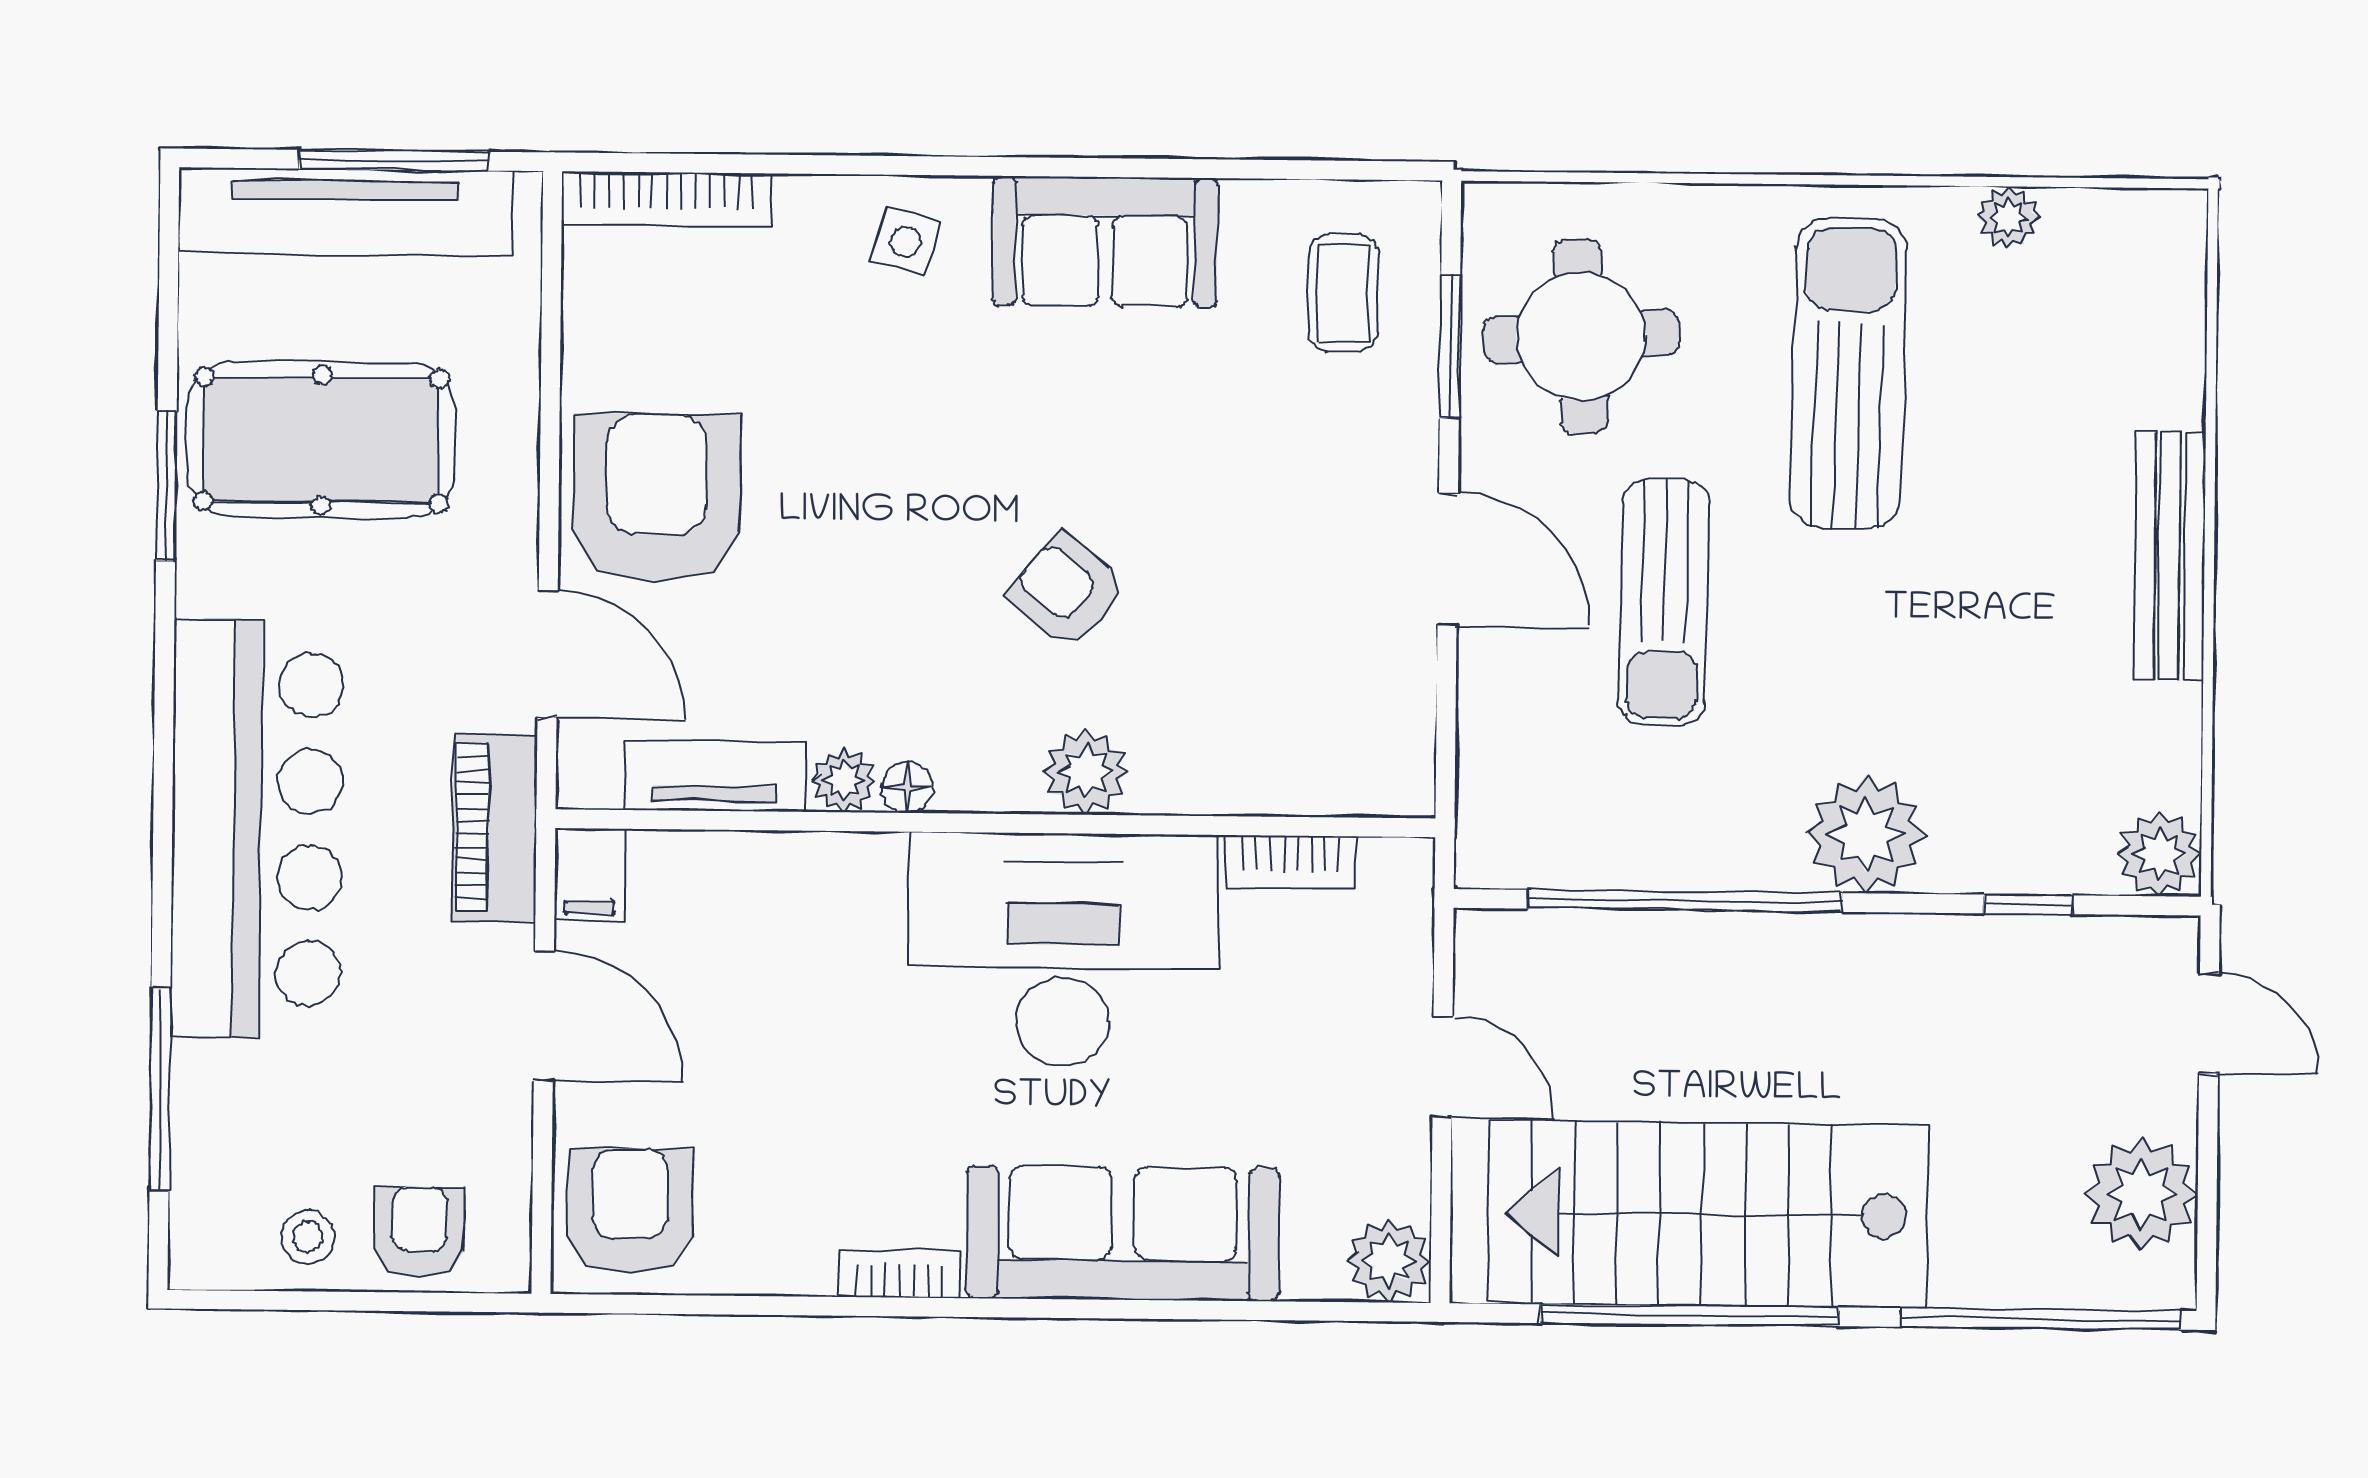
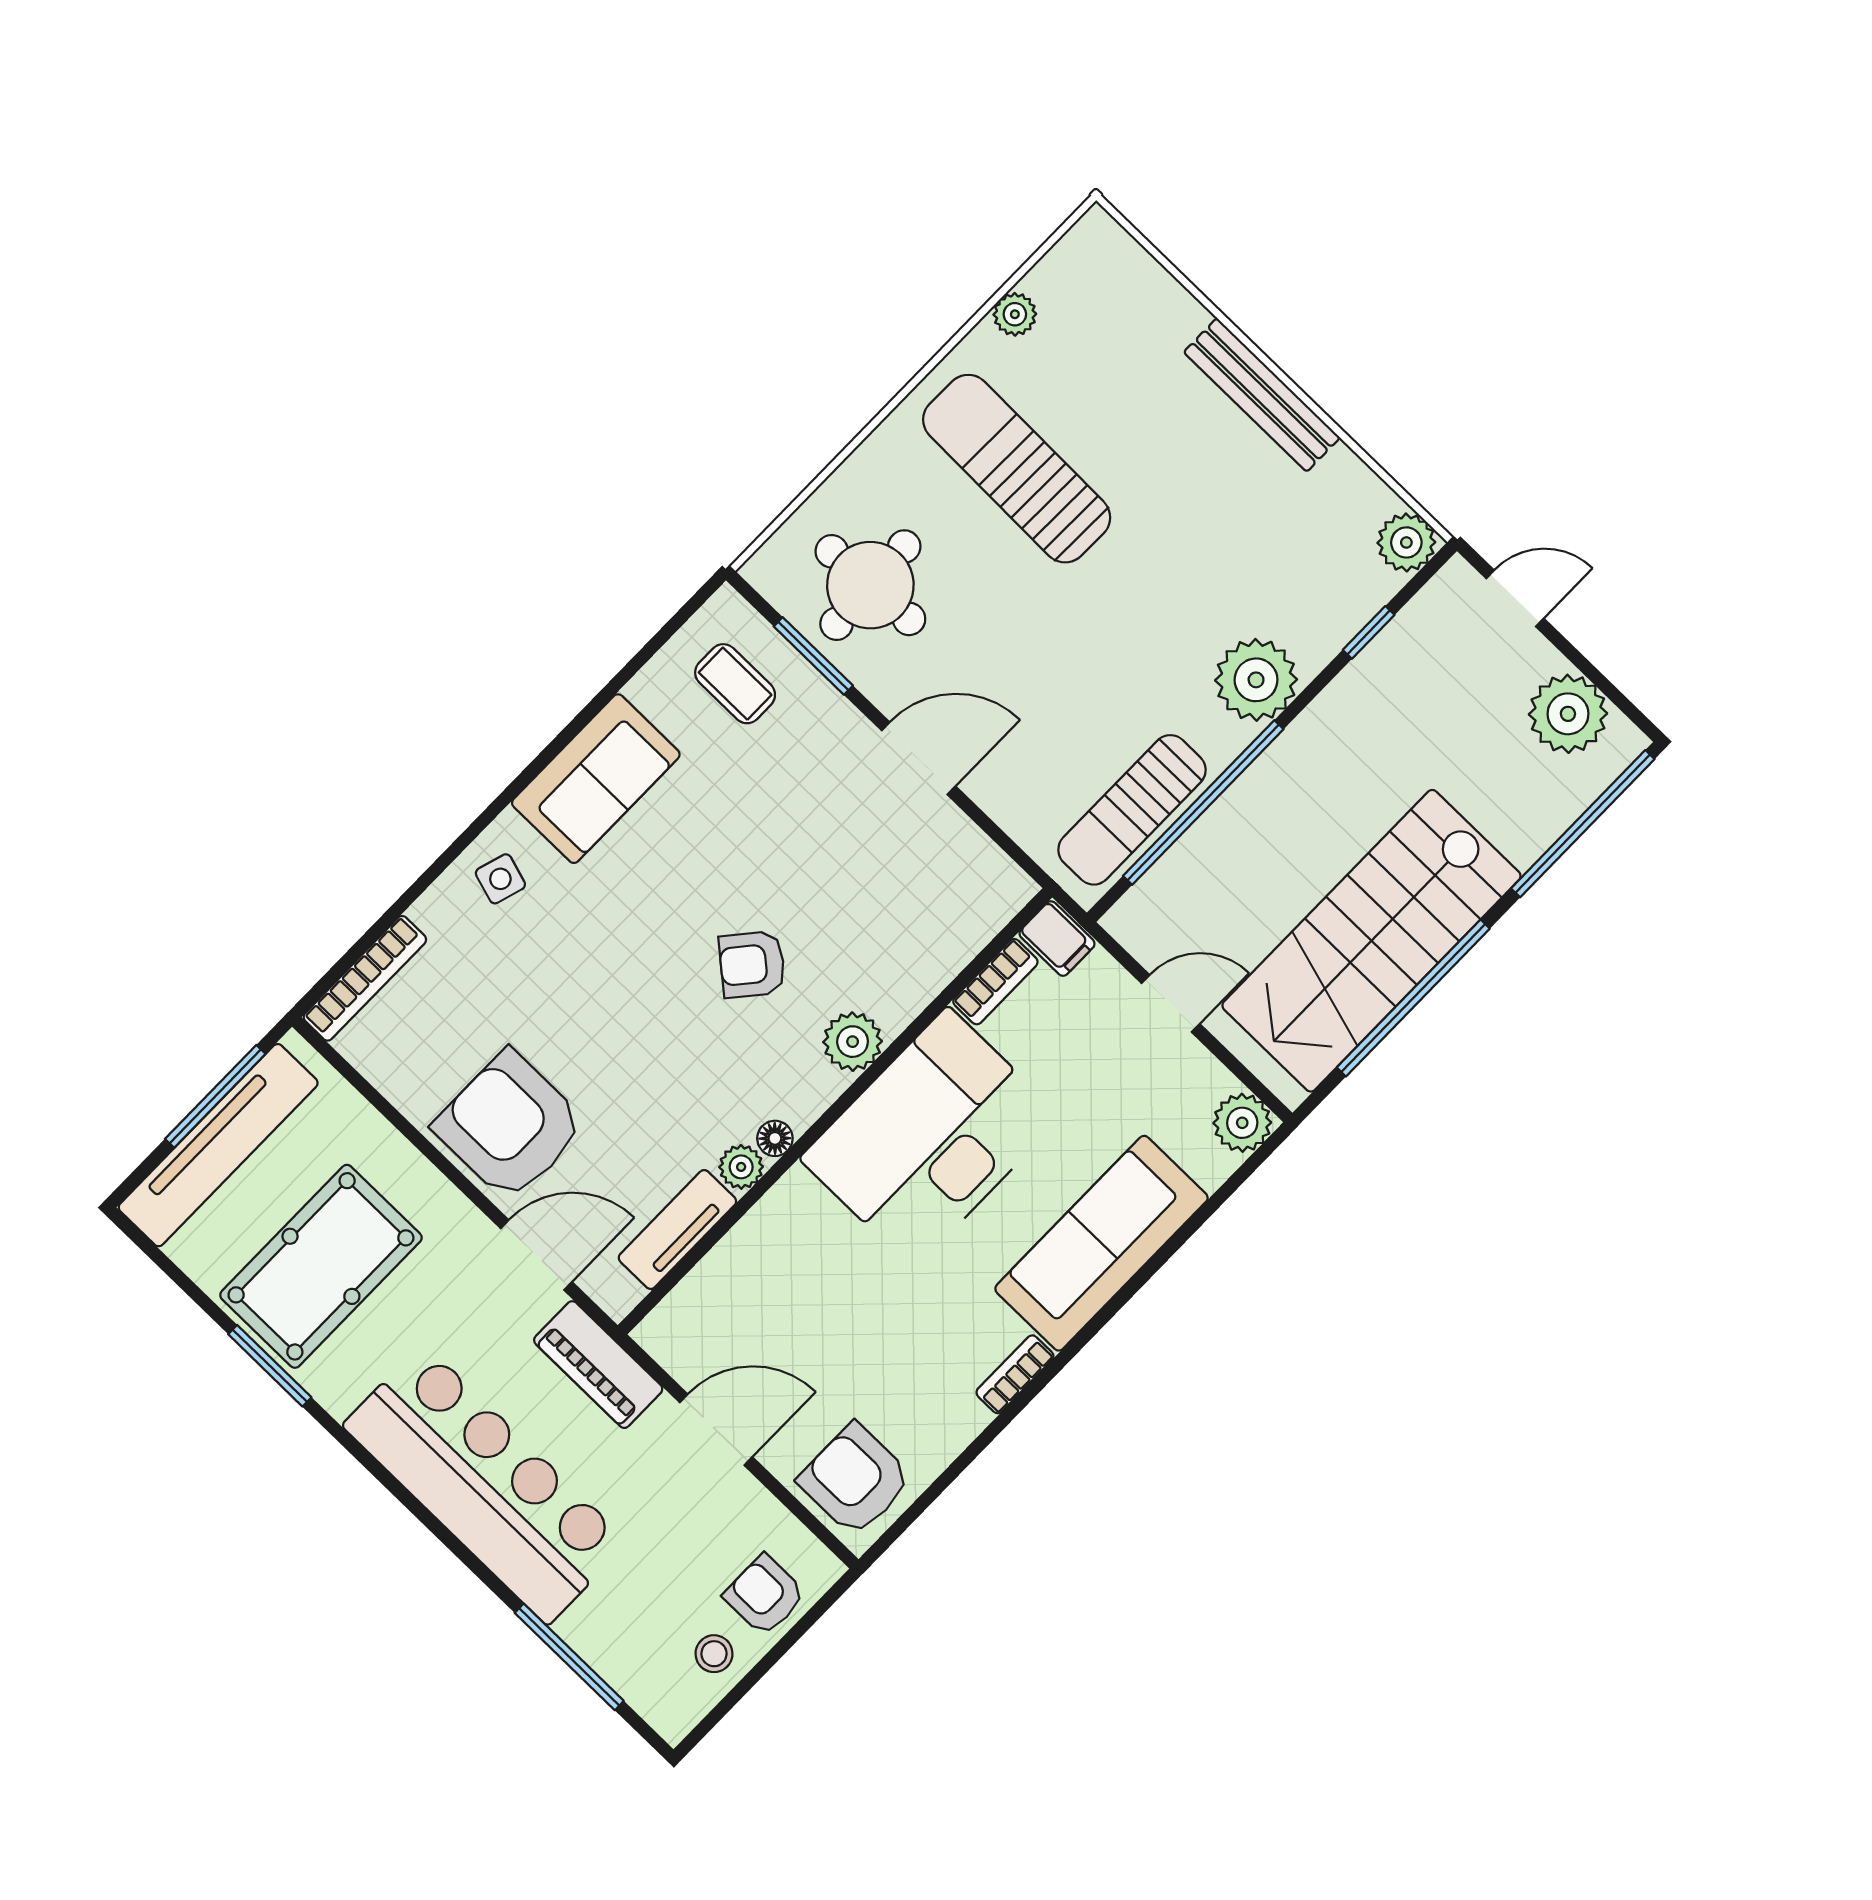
sun lounger: (1664, 602) -> (1132, 810), moved, turned 89
filing cabinet: (590, 875) -> (1057, 939), moved

